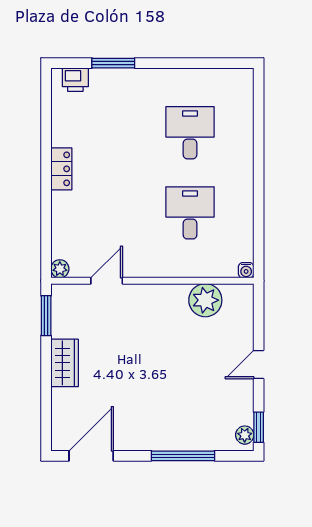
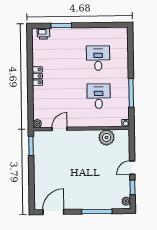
window: (259, 207) -> (131, 93), added
wardrobe: (65, 363) -> (40, 168), removed
window: (259, 427) -> (132, 187), moved

